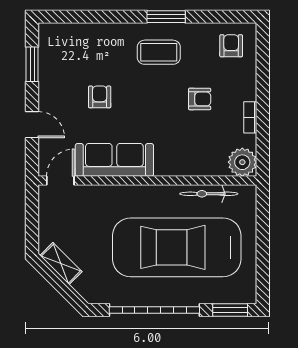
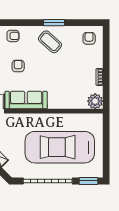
coffee table: (159, 52) -> (50, 42), turned 42
armchair: (200, 99) -> (13, 36), moved
bicycle: (209, 194) -> (77, 118), removed

